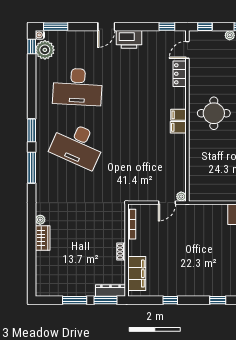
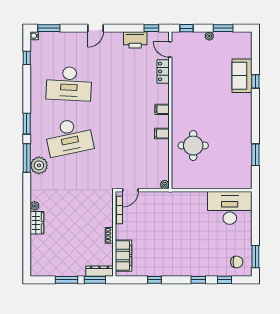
printer: (129, 39) -> (135, 40), moved
window: (32, 46) -> (27, 58), moved
plant: (45, 50) -> (39, 165), moved
door: (187, 50) -> (170, 49), hinge flipped
round table: (214, 113) -> (193, 146), moved
filing cabinet: (178, 127) -> (162, 133), moved
desk: (78, 145) -> (69, 137), turned -36
door: (167, 203) -> (130, 190), moved

